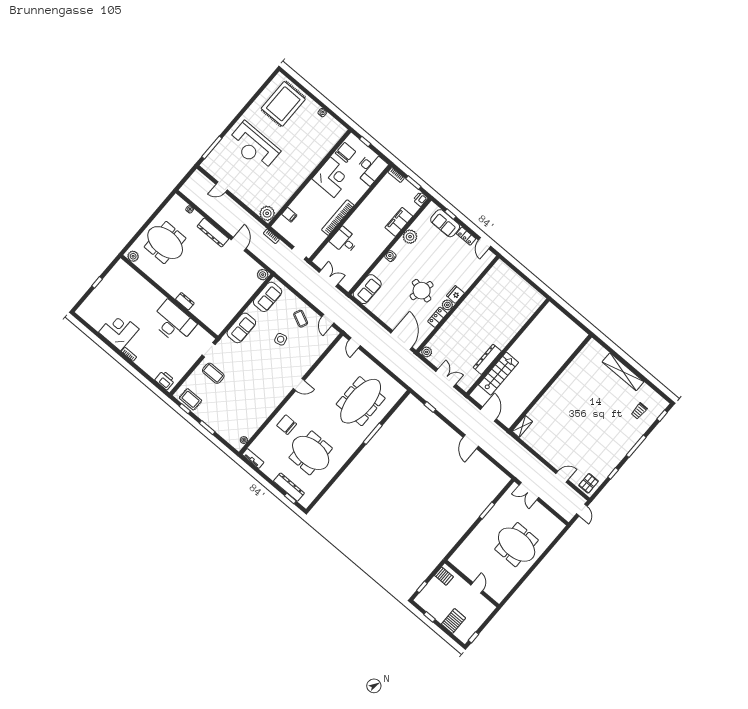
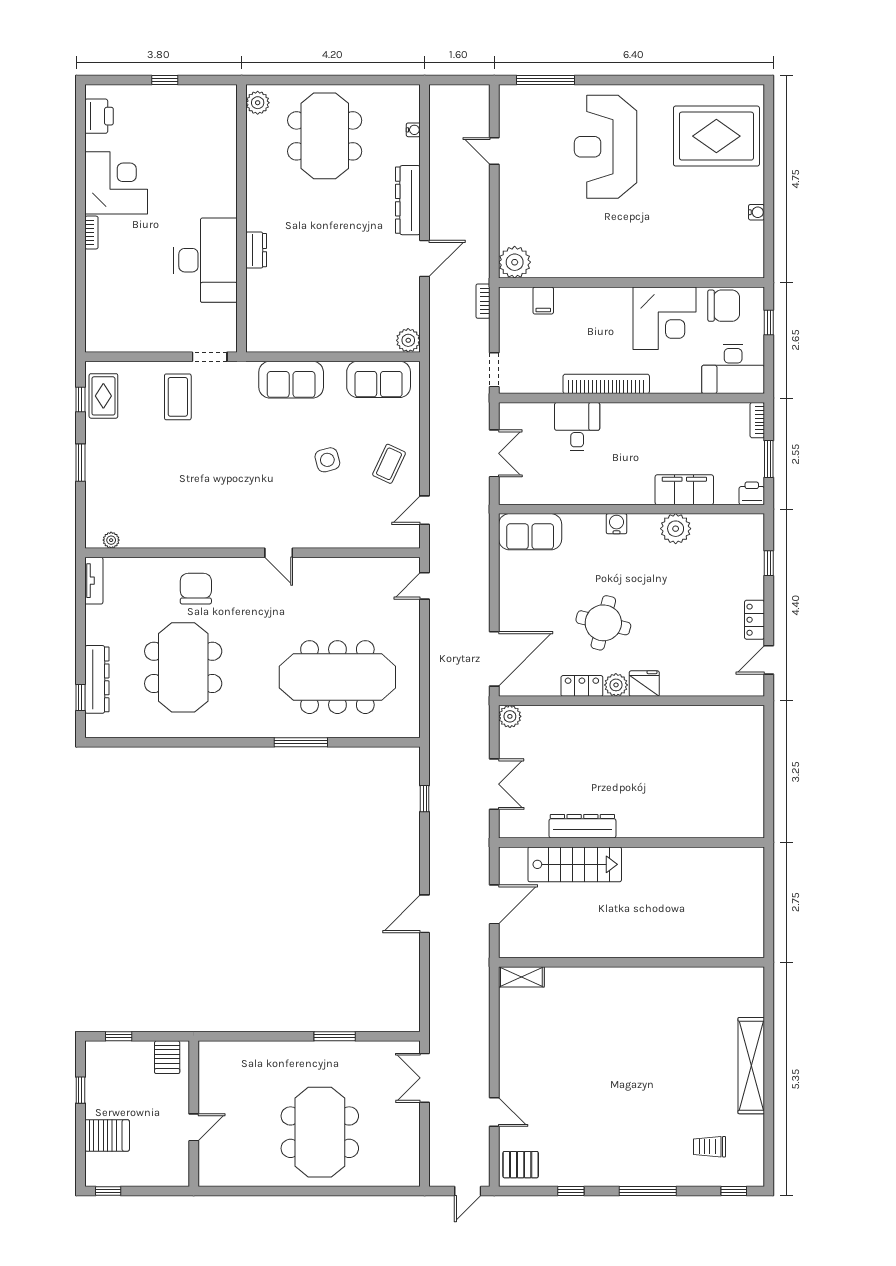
sofa: (445, 223) -> (746, 567), removed
printer: (165, 380) -> (99, 116), moved

